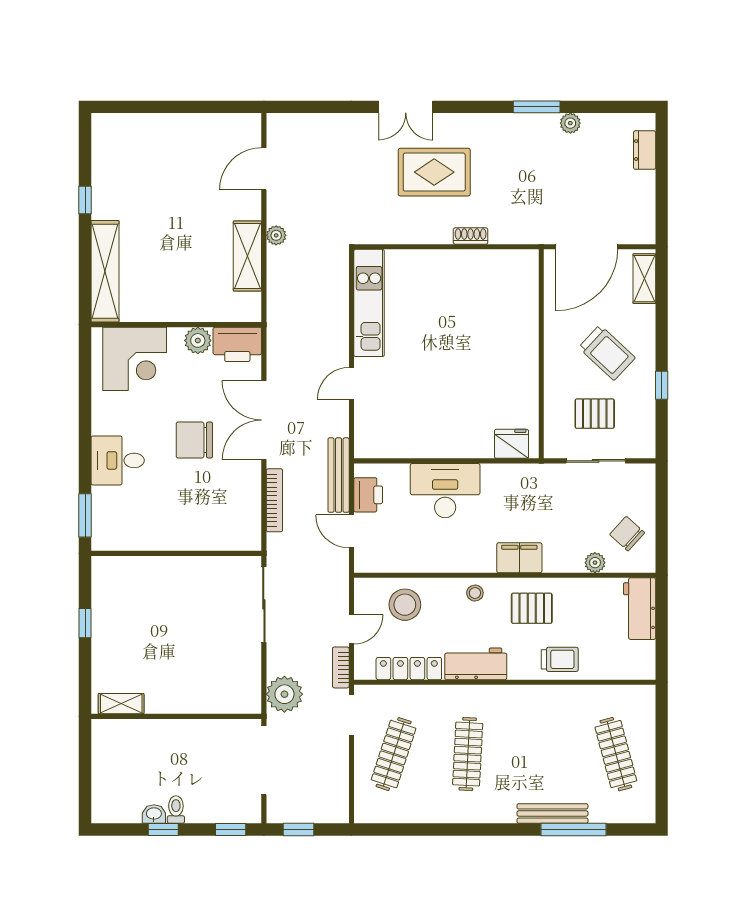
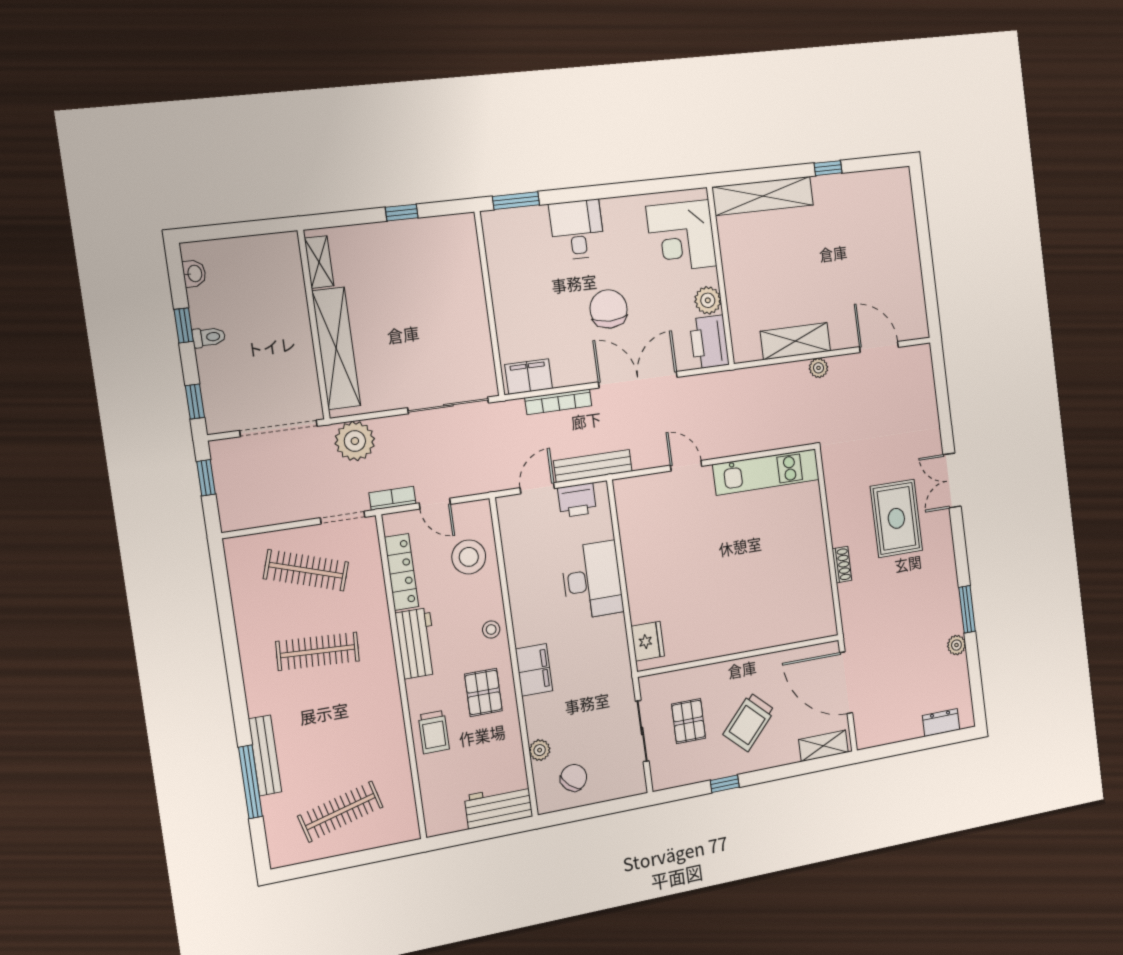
filing cabinet: (247, 526) -> (529, 377), added
shelving: (200, 699) -> (336, 348), added
washbasin: (154, 814) -> (194, 274), moved

